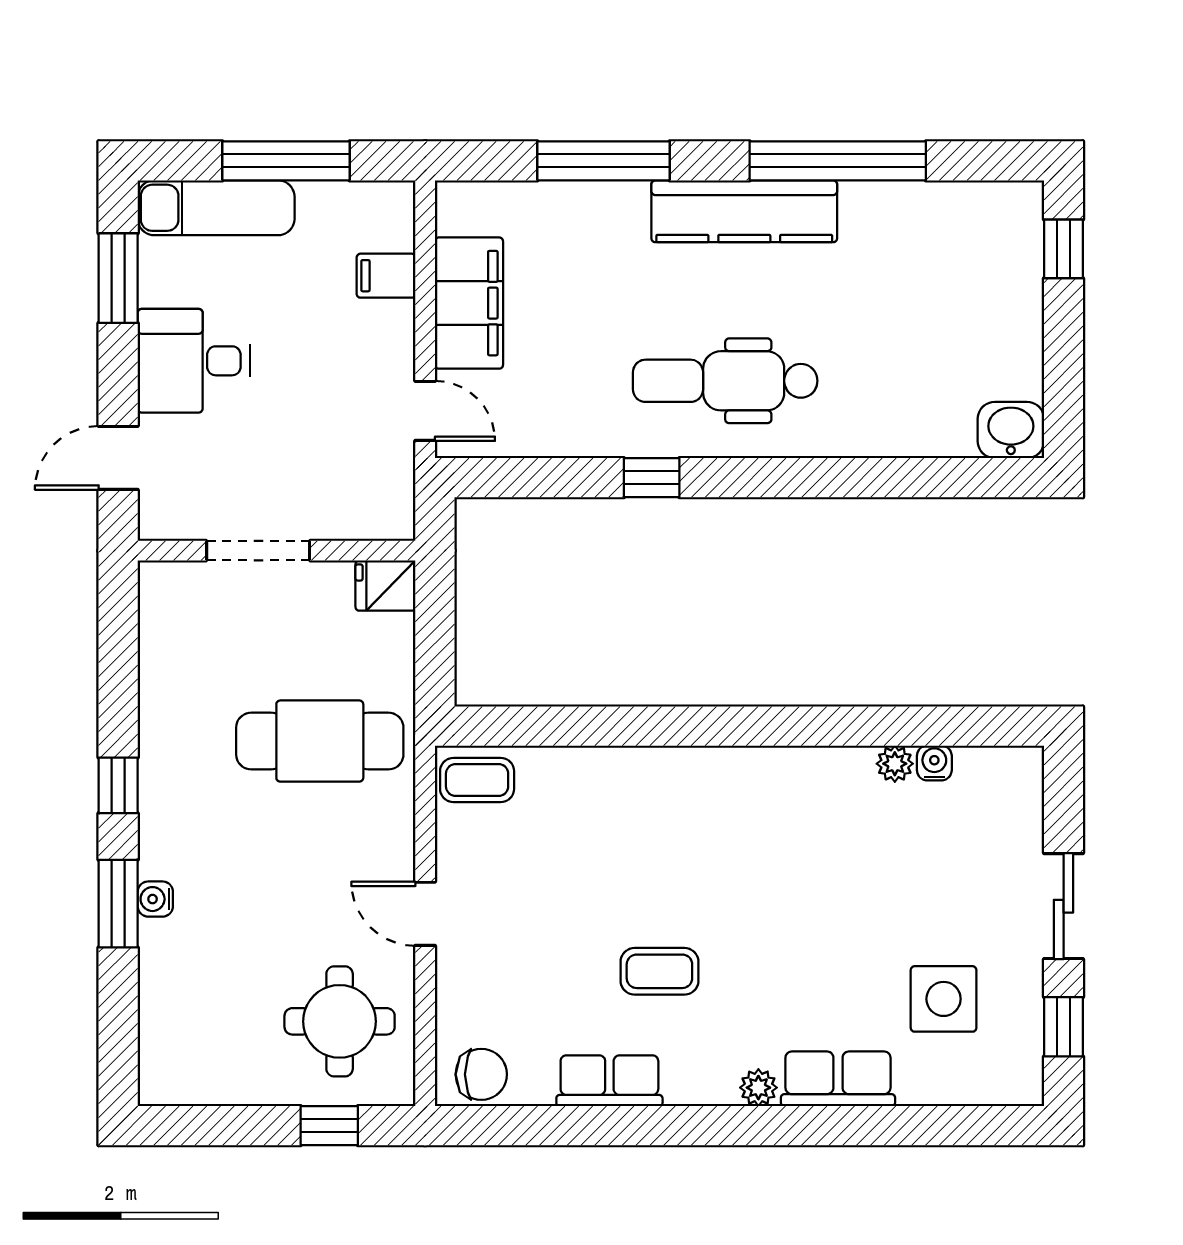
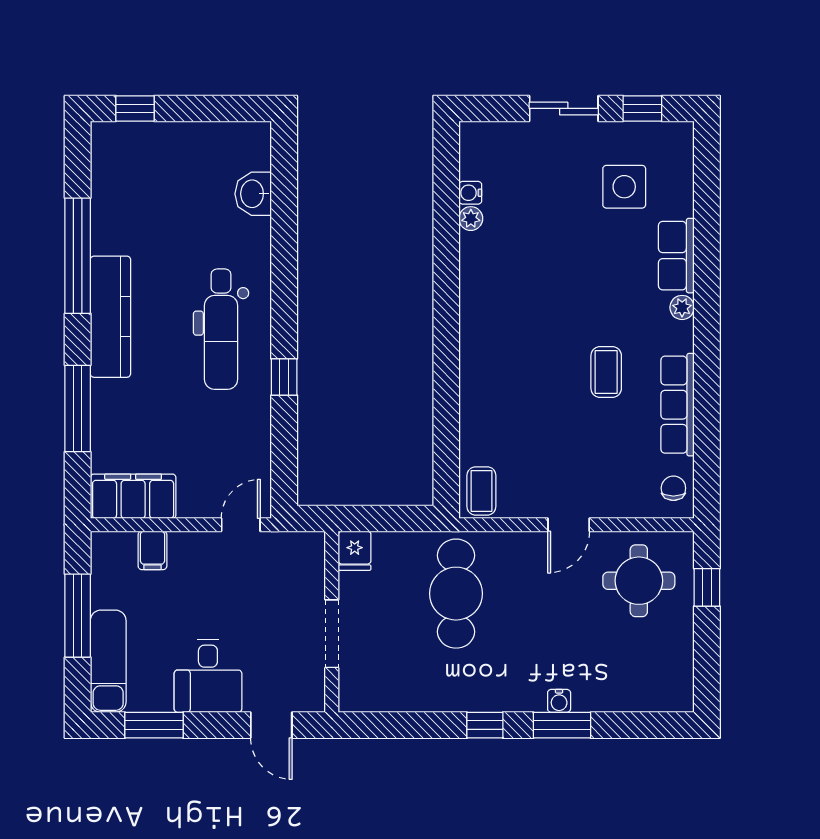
filing cabinet: (469, 303) -> (133, 496), moved
washbasin: (1011, 430) -> (253, 194), moved
chair: (481, 1074) -> (673, 488), width x0.73, depth x0.73
row of seats: (609, 1081) -> (678, 405), width x1.48

